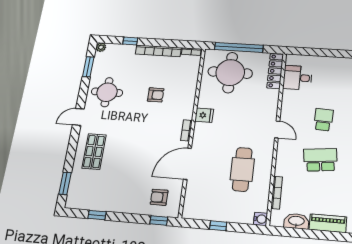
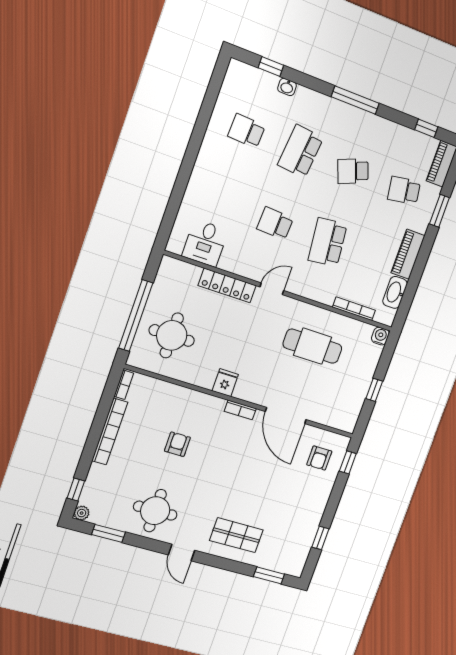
window: (130, 41) -> (76, 489), moved
locker: (275, 71) -> (227, 285), moved
round table: (230, 73) -> (172, 335), width x0.73, depth x0.73

